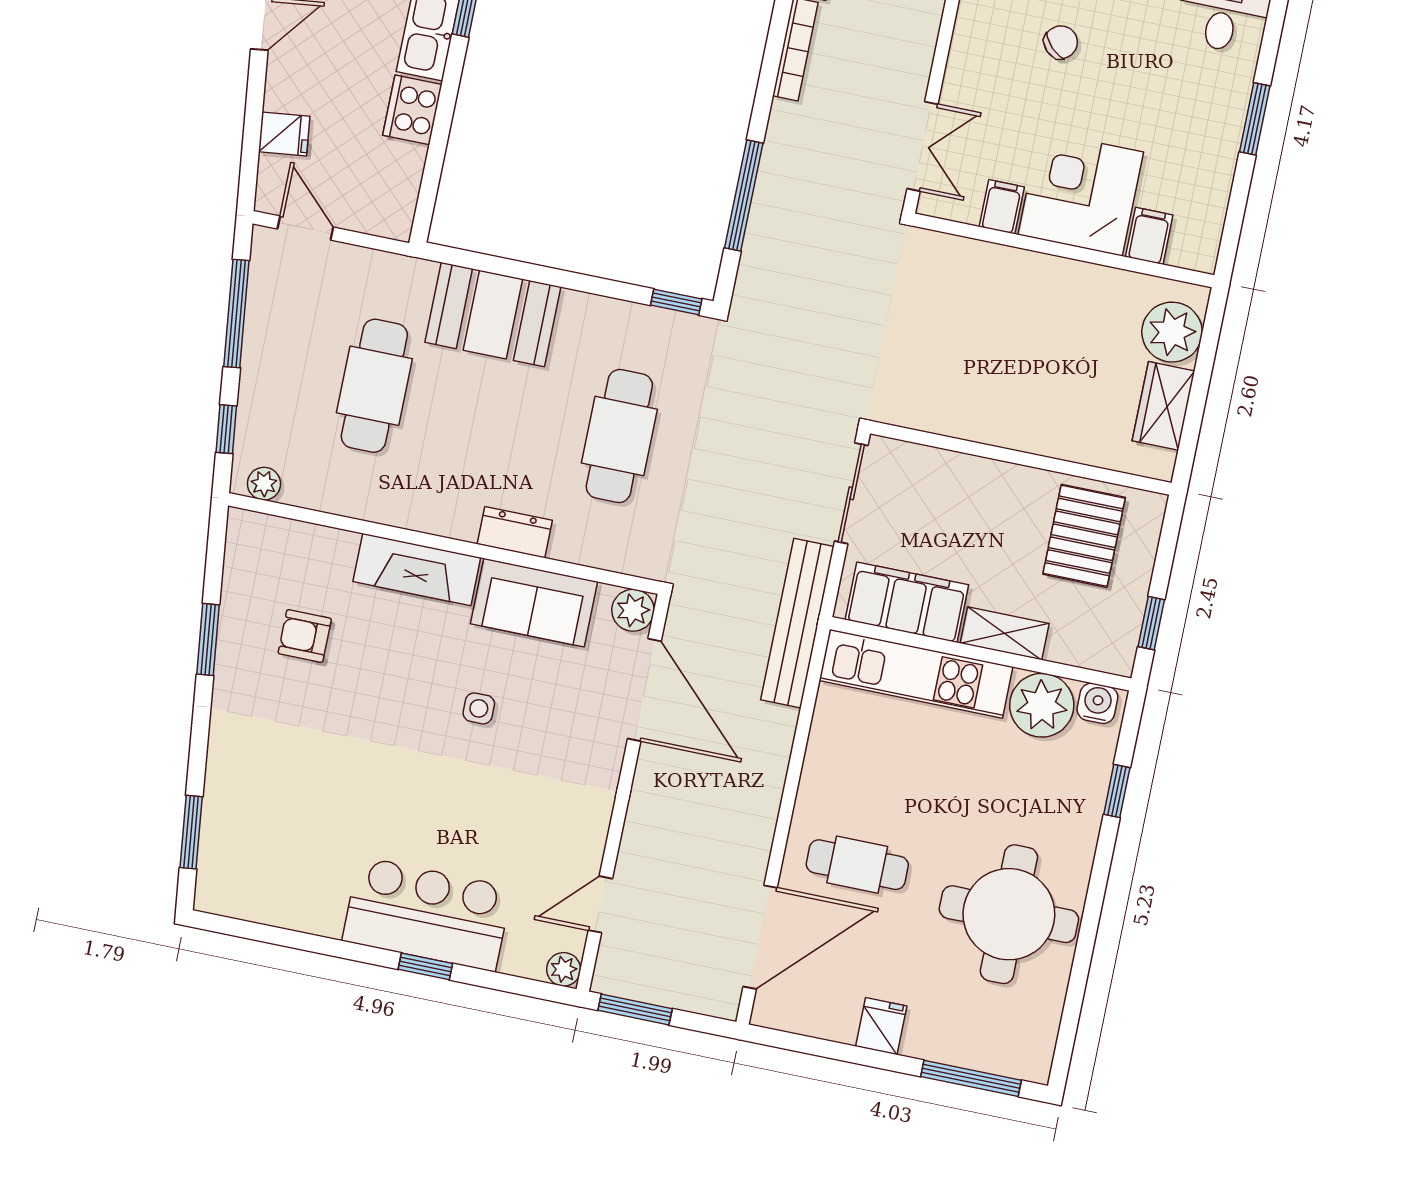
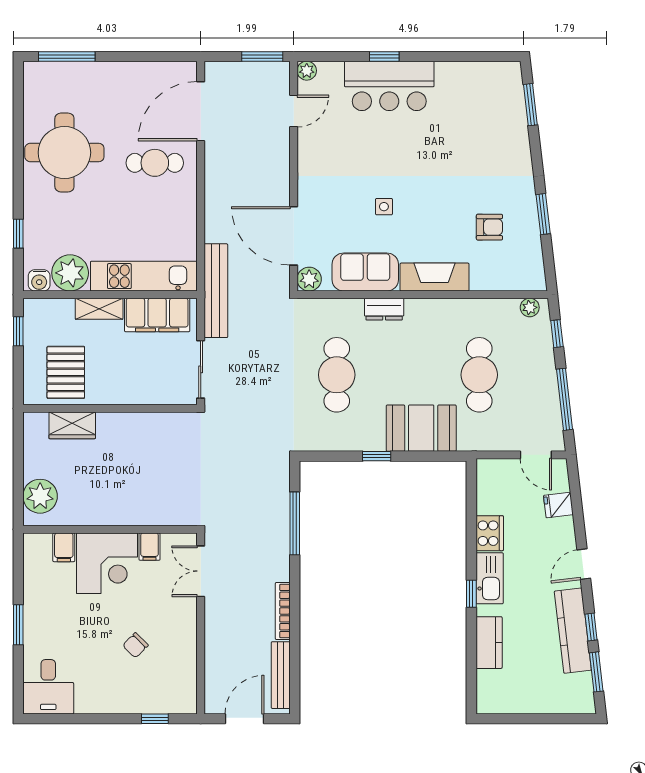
window: (676, 302) -> (377, 456), moved
wardrobe: (1164, 406) -> (72, 425), moved, turned 90
fridge: (881, 1026) -> (123, 75), removed

